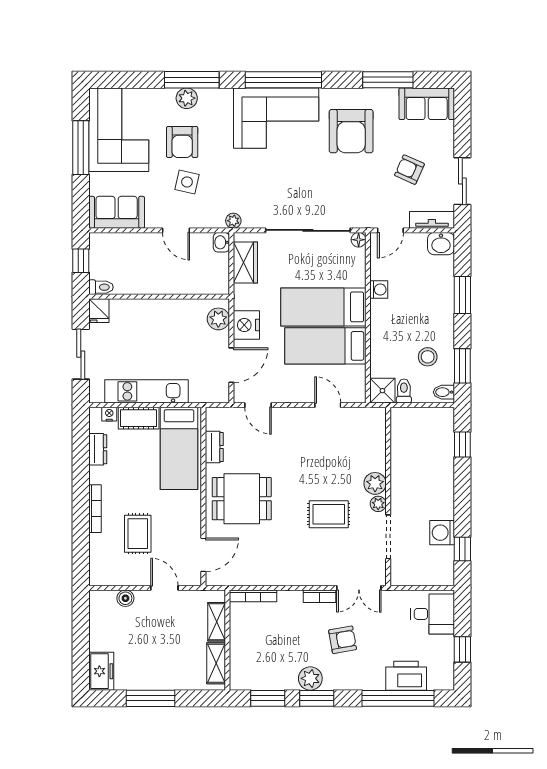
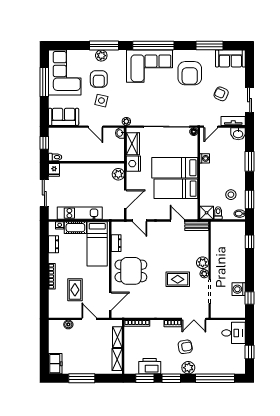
nightstand: (246, 325) -> (133, 164), moved
bench: (364, 415) -> (197, 226), added
printer: (406, 676) -> (150, 366), moved
plant: (310, 678) -> (188, 368), moved

